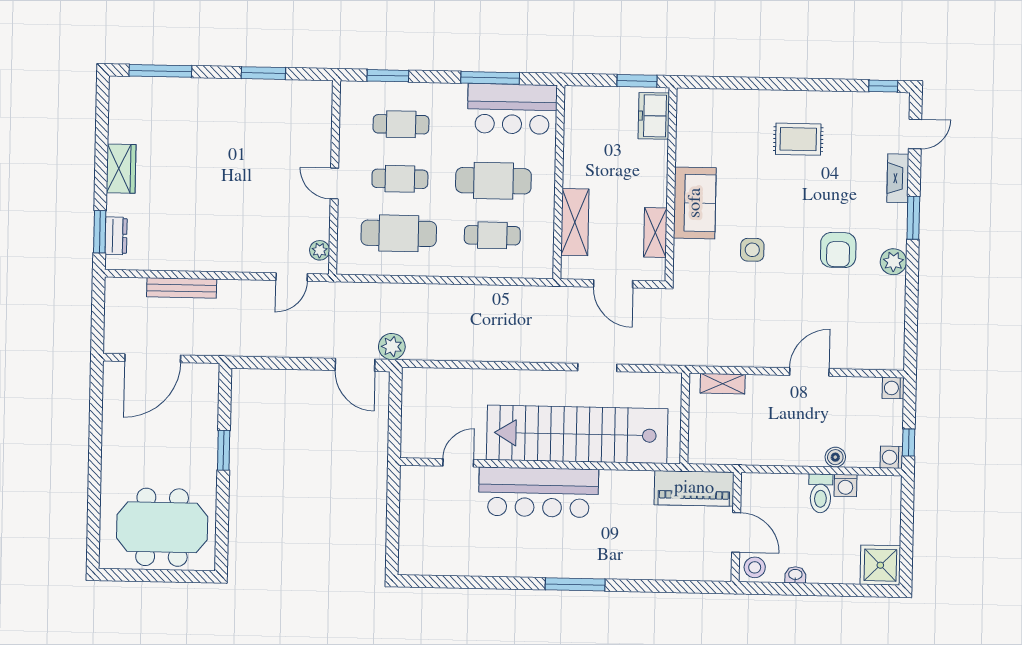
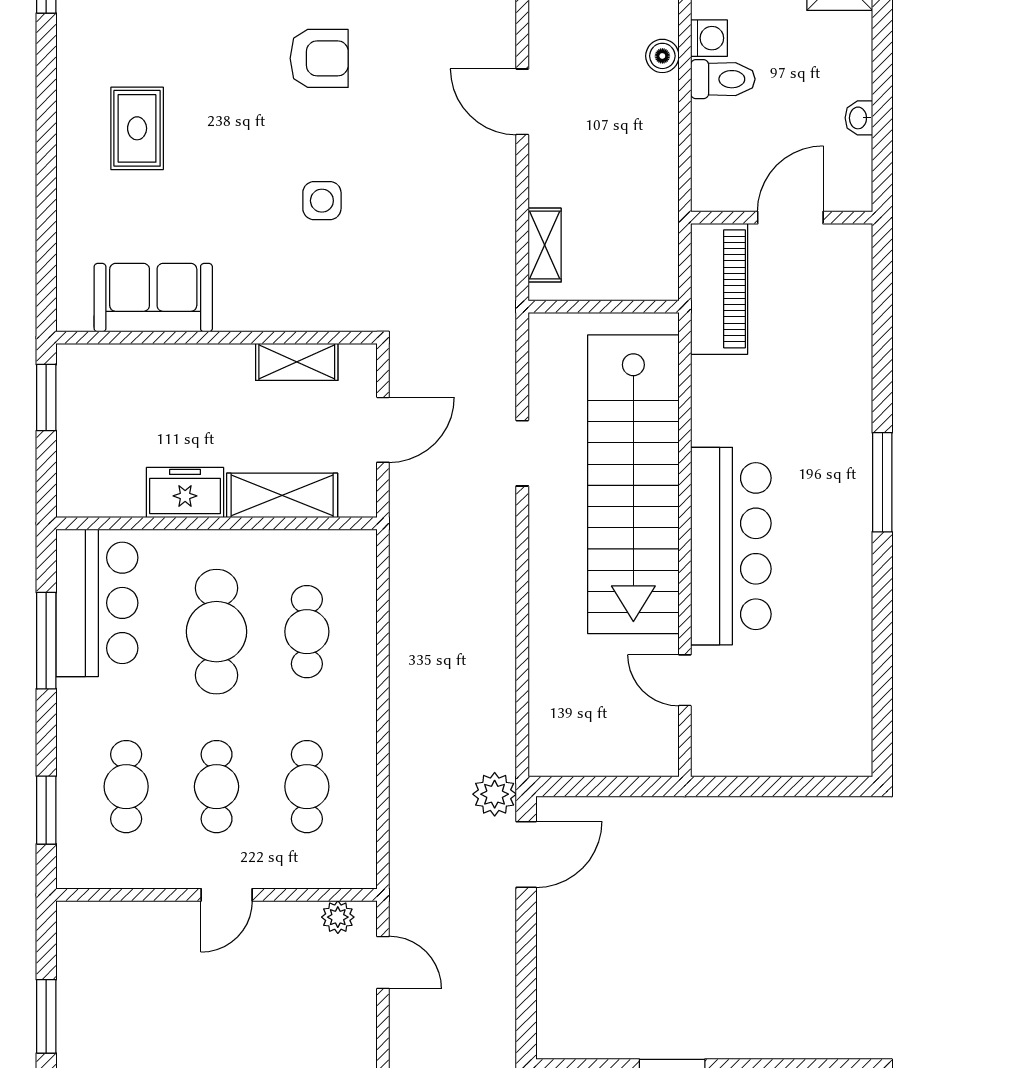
freezer: (654, 116) -> (185, 492), moved, turned 180
sofa: (695, 203) -> (153, 298), moved
cafe table: (399, 233) -> (307, 787), width x0.73, depth x0.74
stool: (755, 567) -> (848, 186), removed

